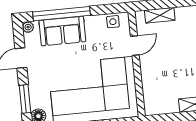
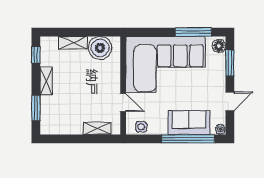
door: (135, 46) -> (123, 103), swing flipped
boiler: (165, 101) -> (100, 48), added

